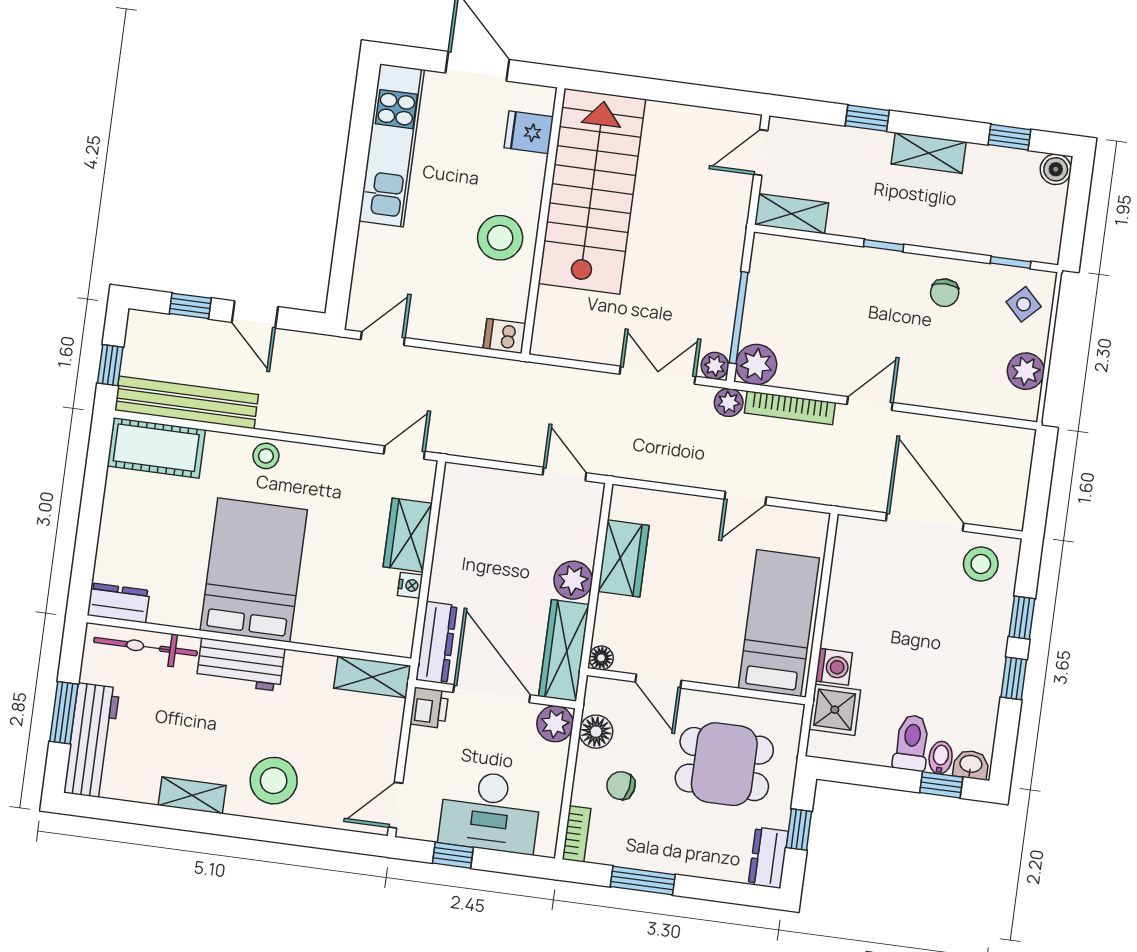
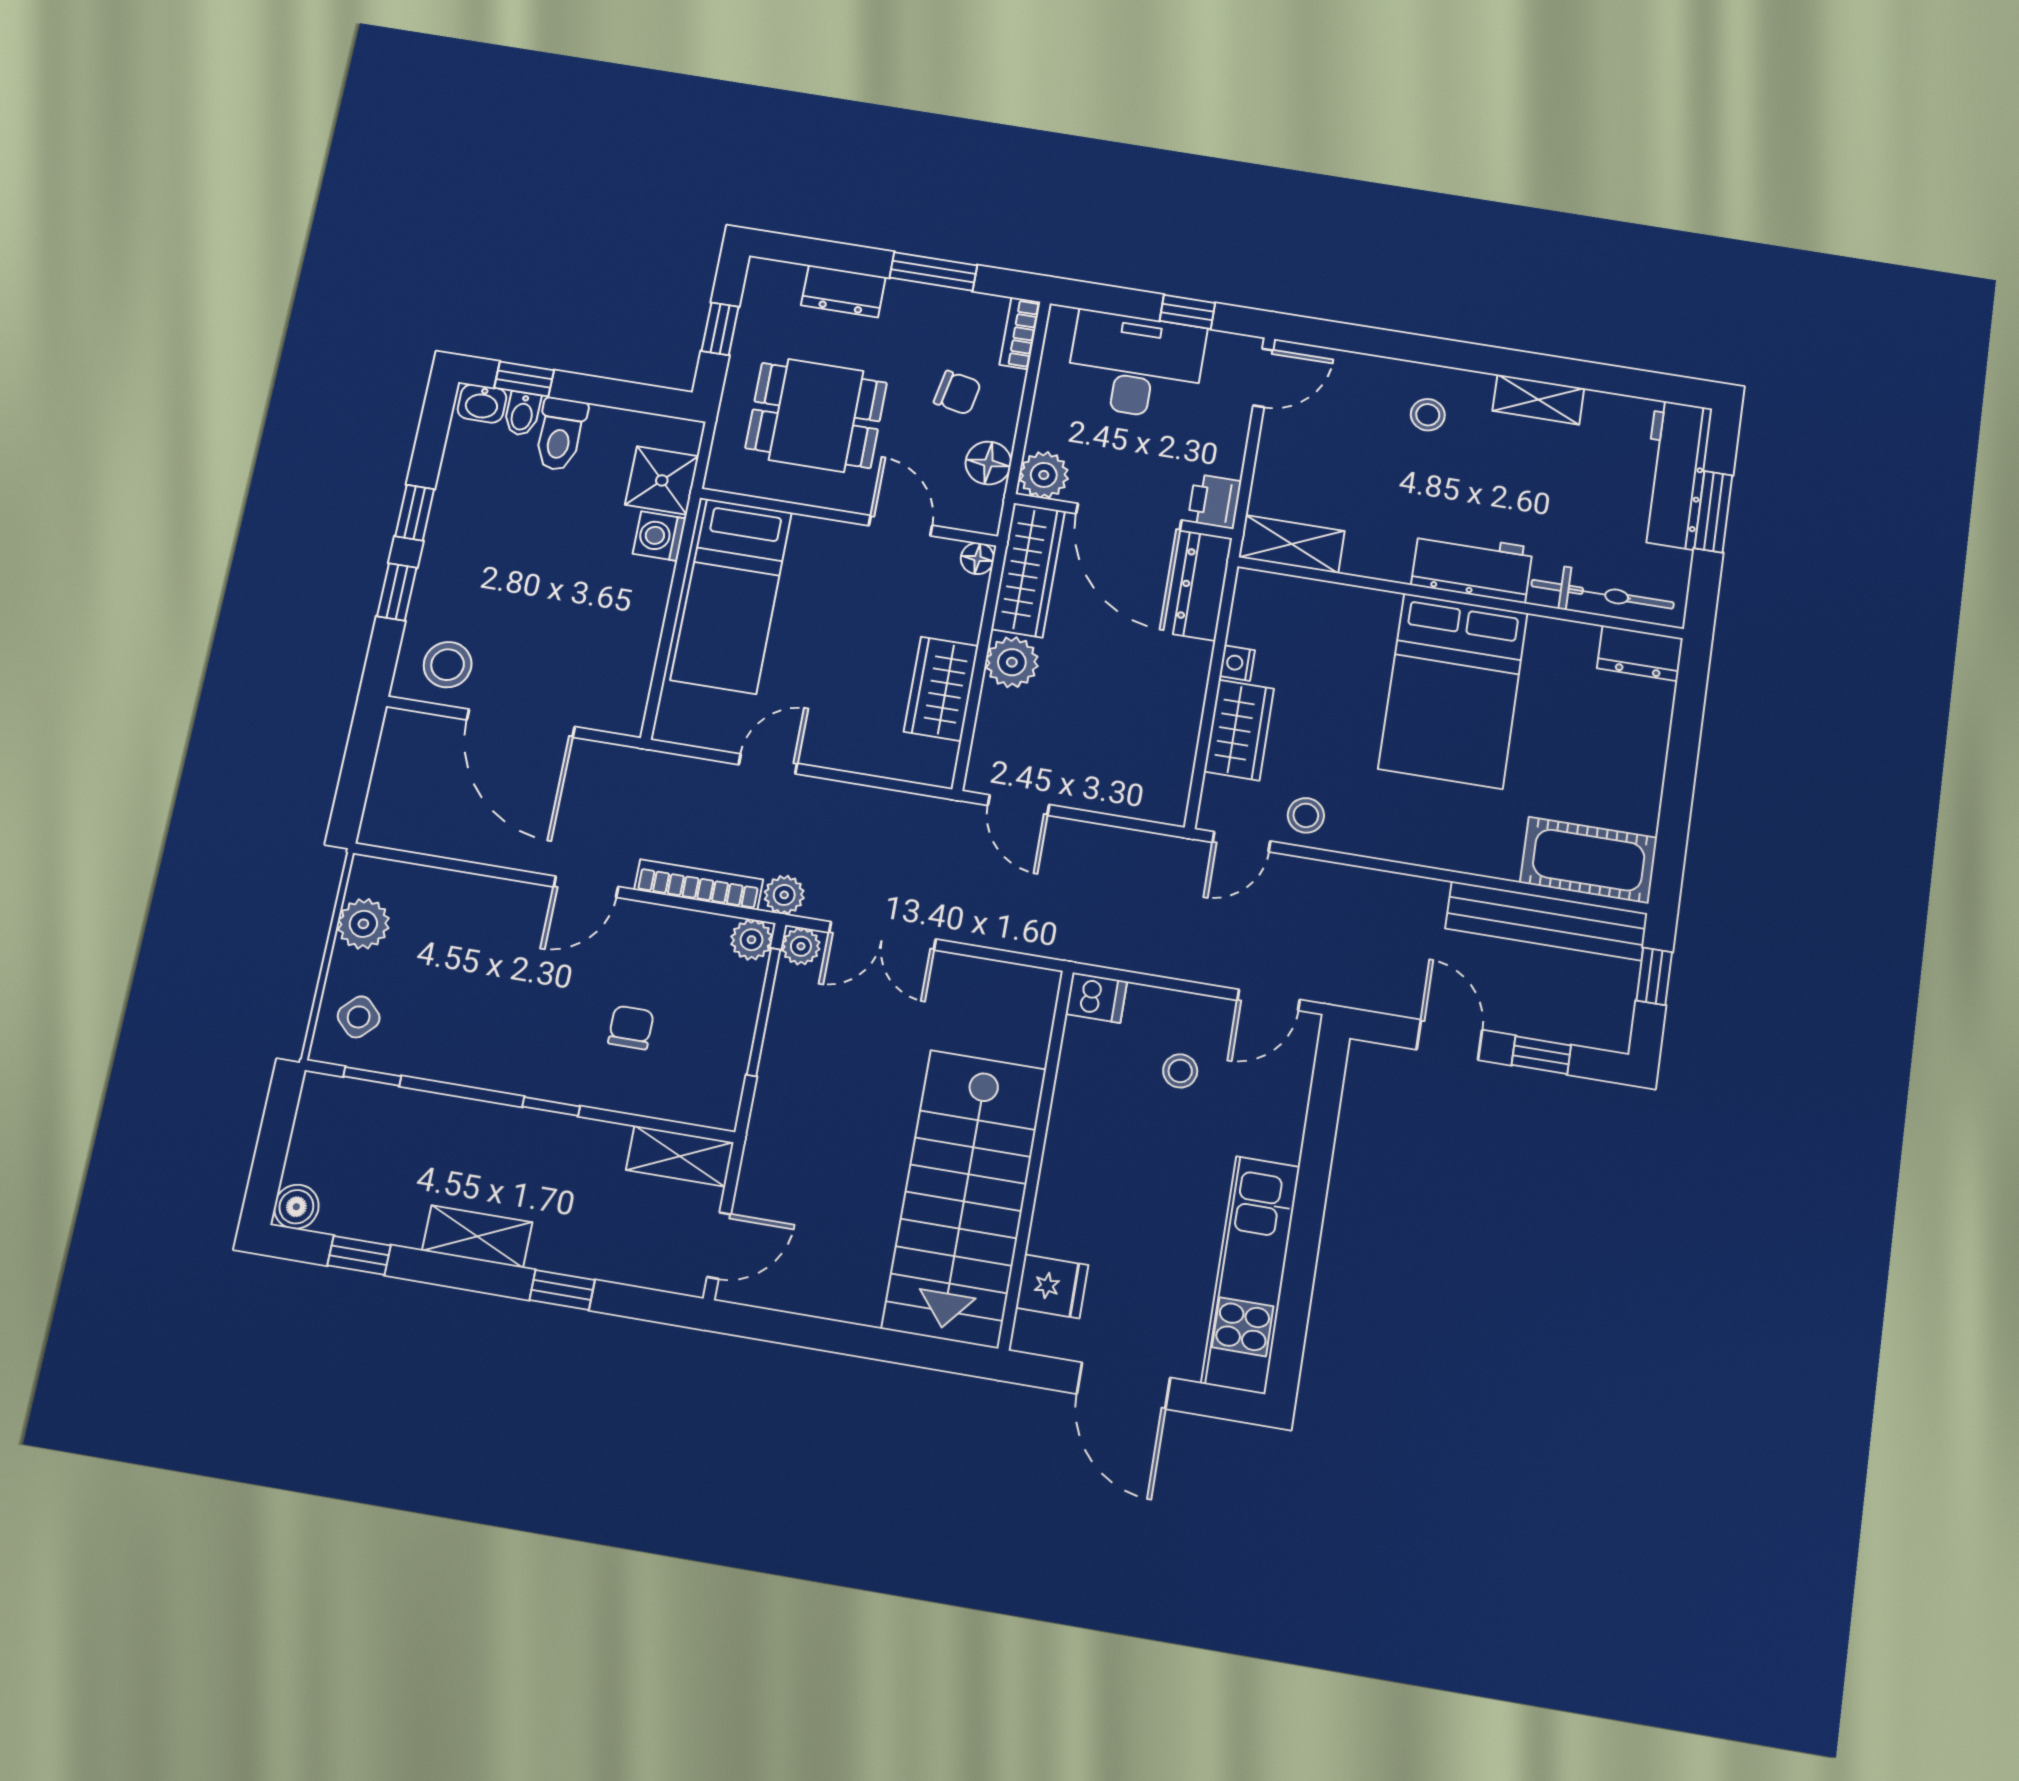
stool: (500, 238) -> (1180, 1071), moved, width x0.53, depth x0.53
chair: (945, 293) -> (631, 1027), moved
plant: (756, 364) -> (751, 940), width x0.73, depth x0.73
stool: (266, 456) -> (1306, 815), moved
stool: (274, 781) -> (1428, 415), width x0.53, depth x0.53
dresser: (768, 858) -> (843, 291), moved, turned 90

